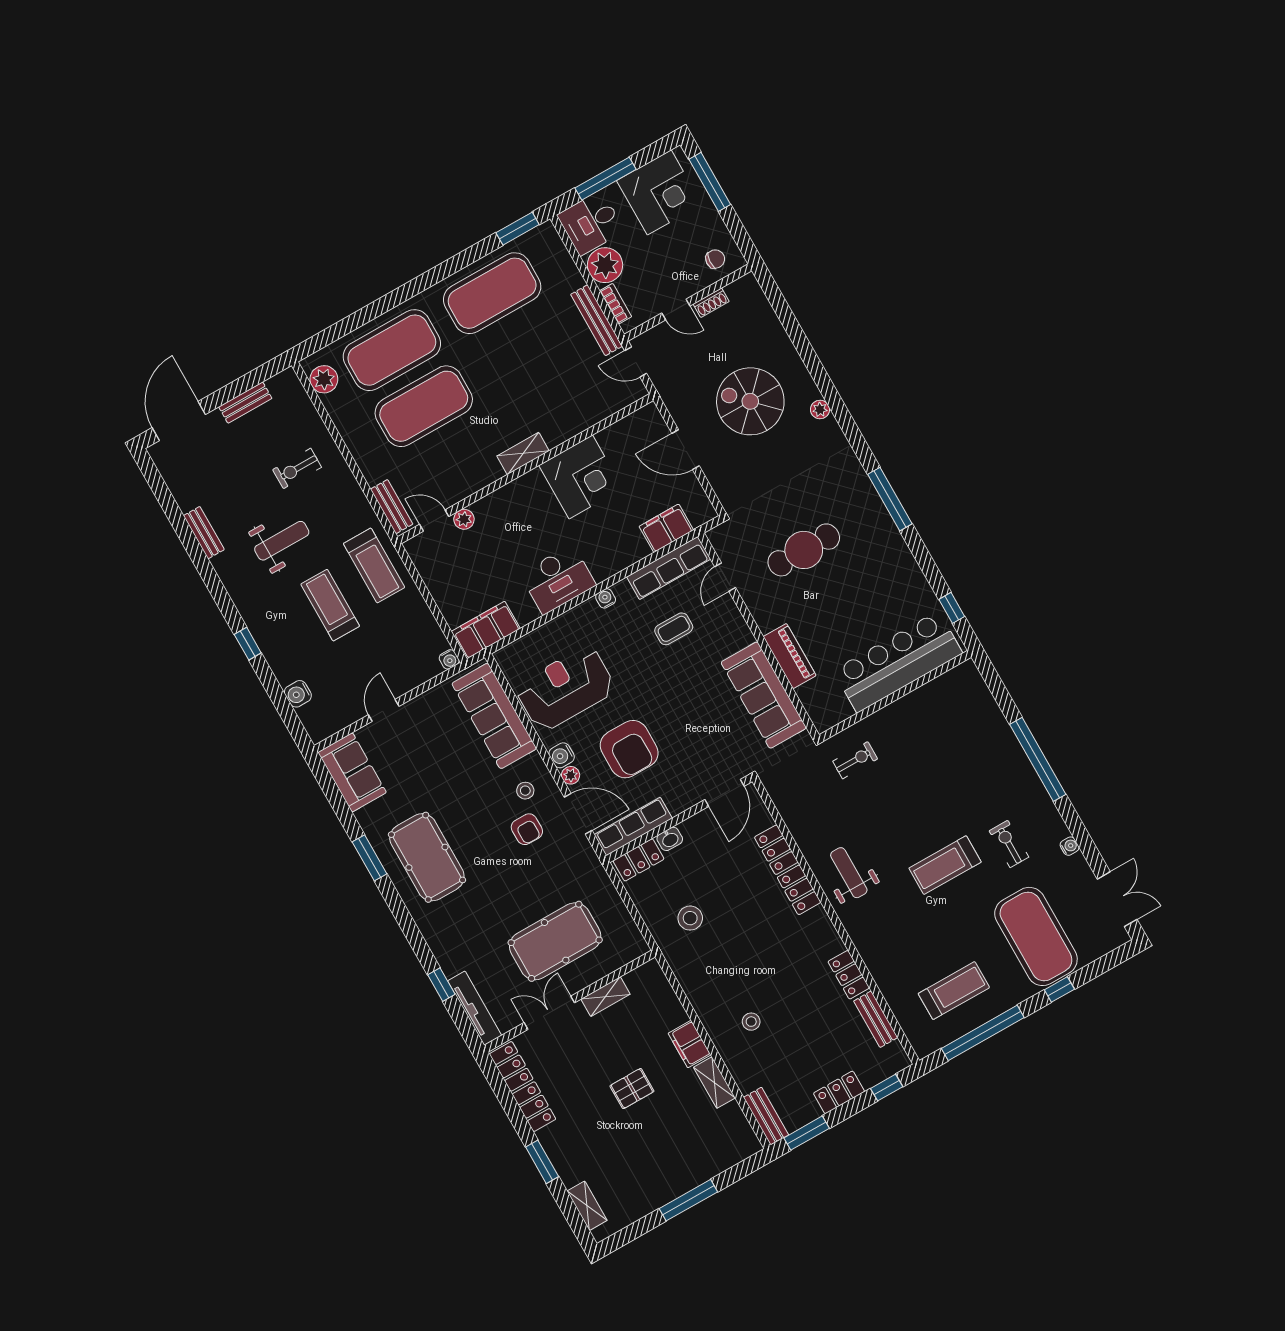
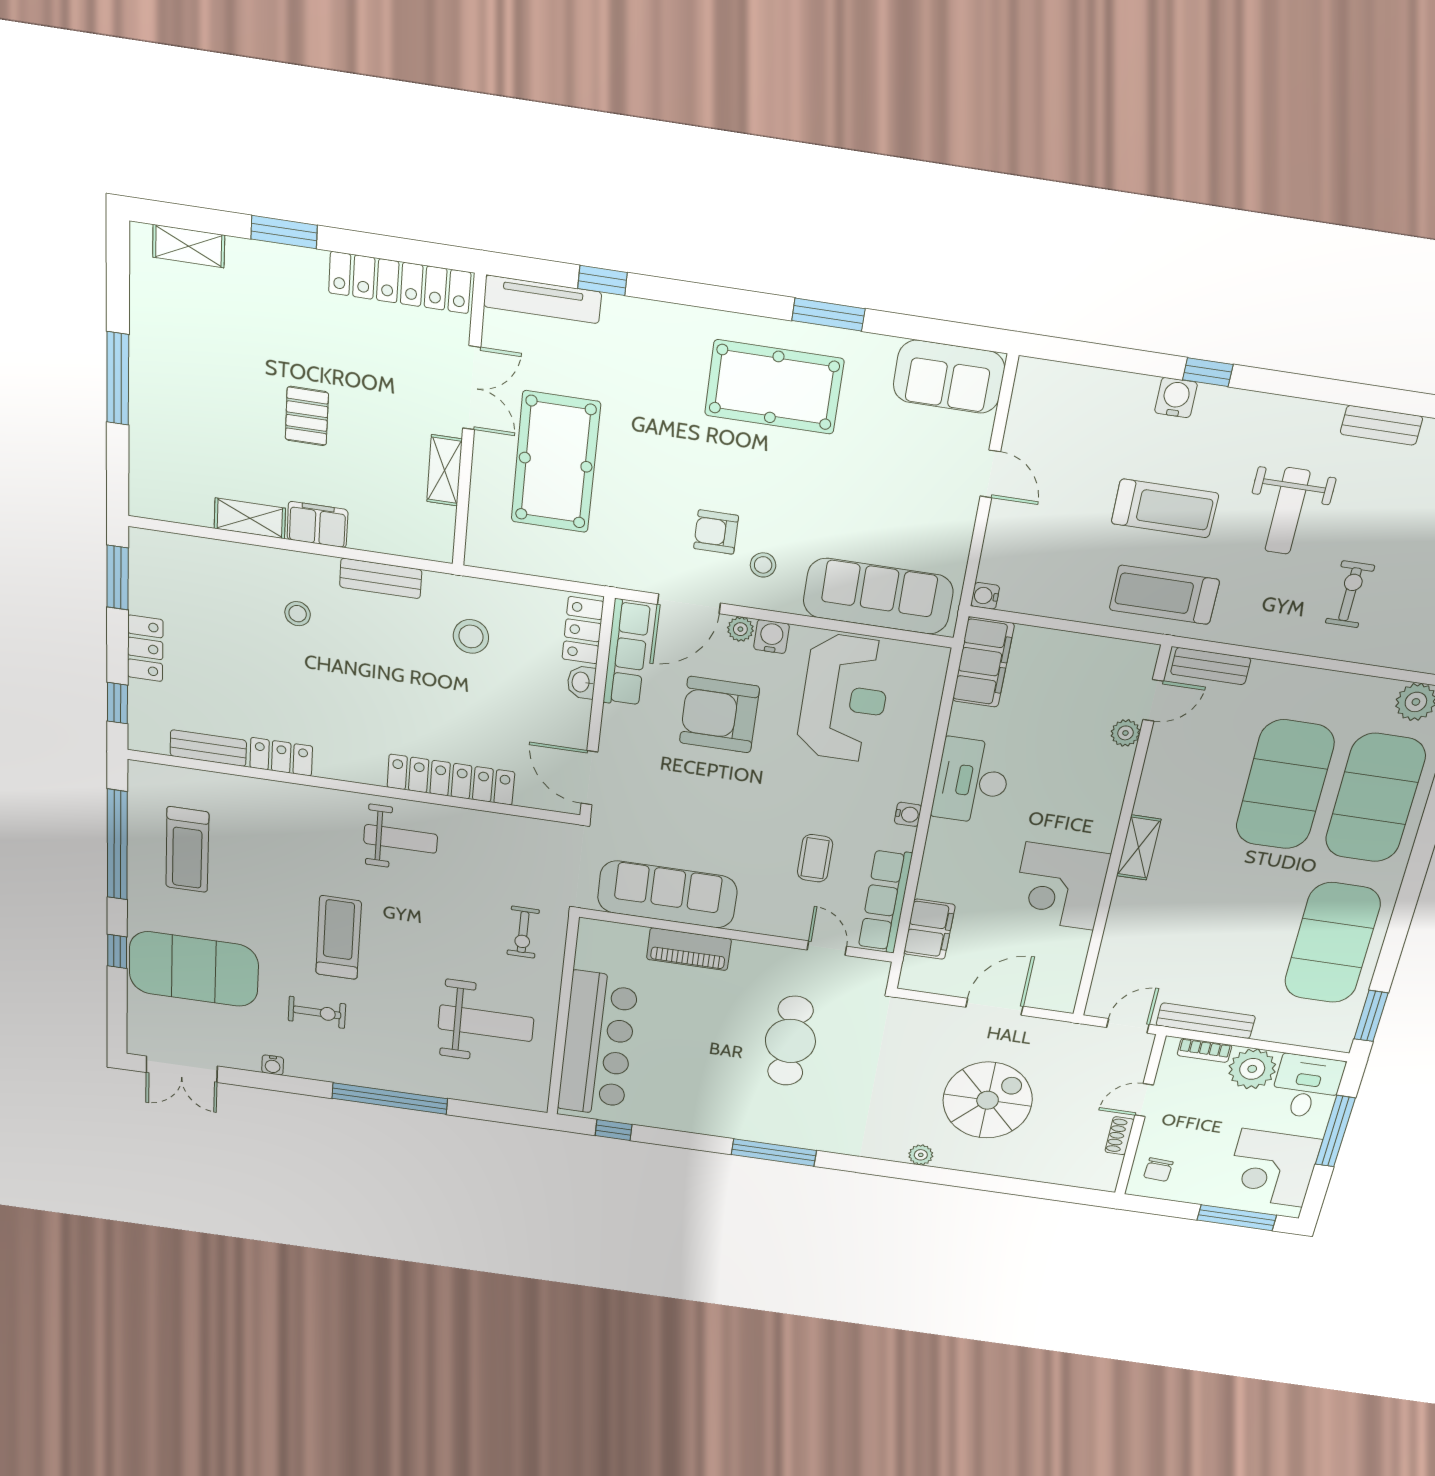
water cooler: (298, 694) -> (1176, 398), moved
weight bench: (936, 739) -> (486, 1023), added
bench: (766, 1116) -> (381, 578), moved

